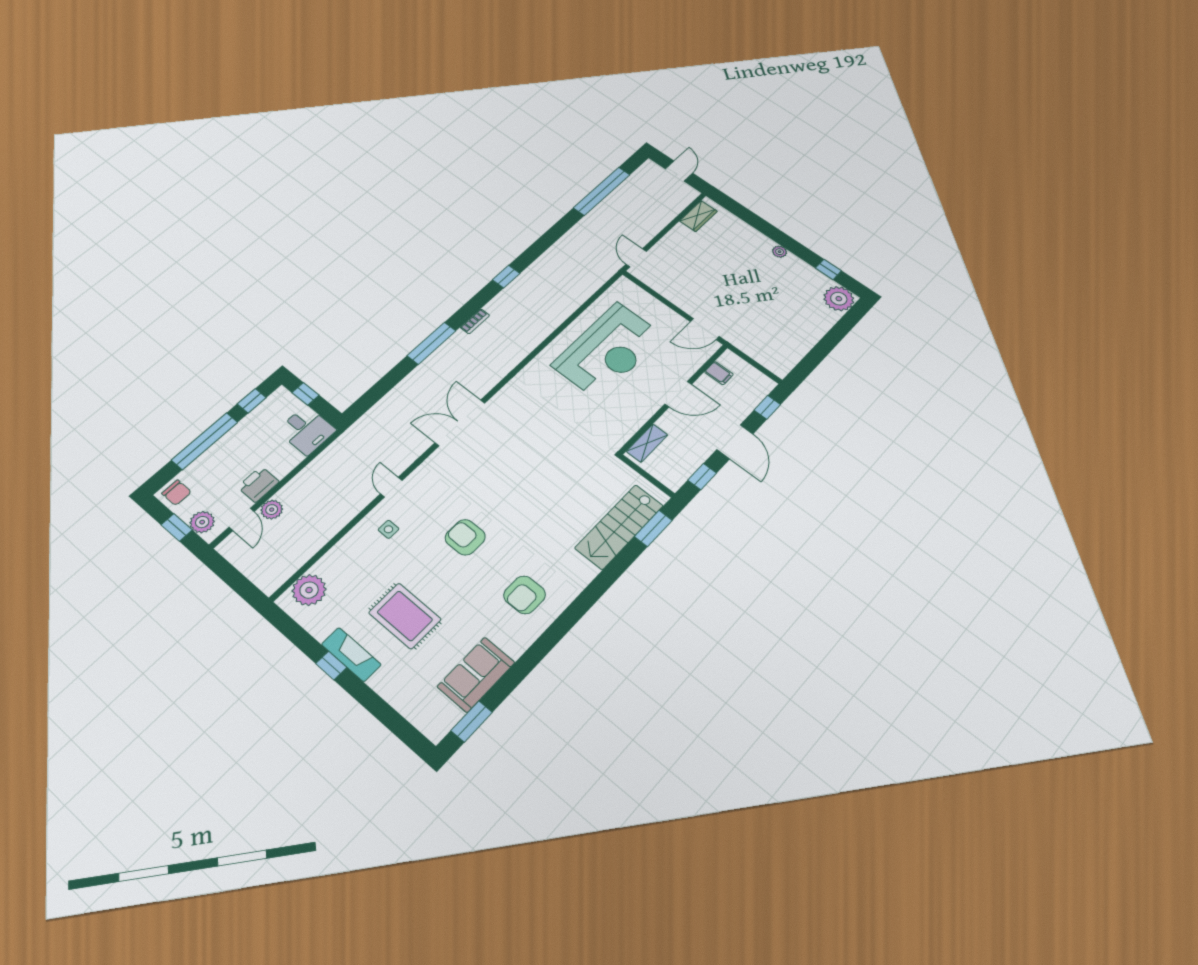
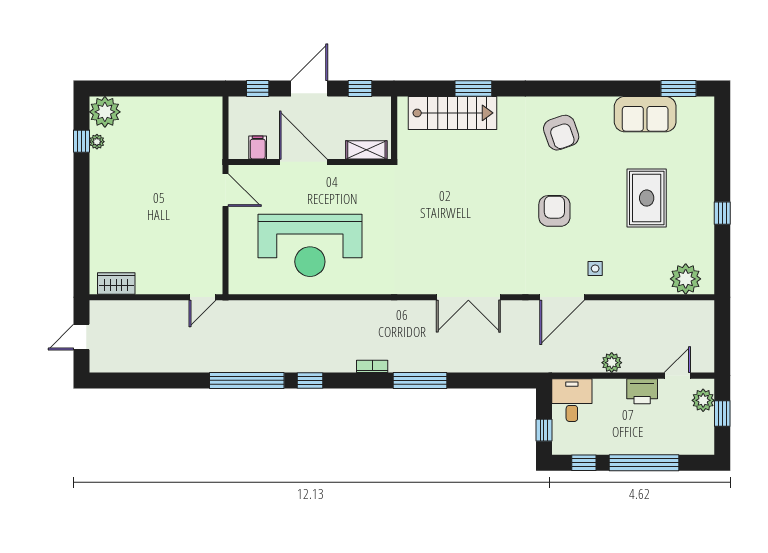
window: (602, 191) -> (247, 380), moved
plant: (780, 252) -> (97, 142), moved
reception desk: (608, 350) -> (310, 245), turned 180
door: (678, 394) -> (303, 162), width x1.36
door: (391, 487) -> (562, 297), width x1.88
chair: (177, 493) -> (698, 441), removed
plant: (272, 510) -> (612, 363), moved
window: (653, 528) -> (473, 88), moved
armchair: (465, 537) -> (554, 211), turned 180
armchair: (525, 595) -> (561, 133), turned 71
fireplace: (351, 654) -> (704, 208), removed

